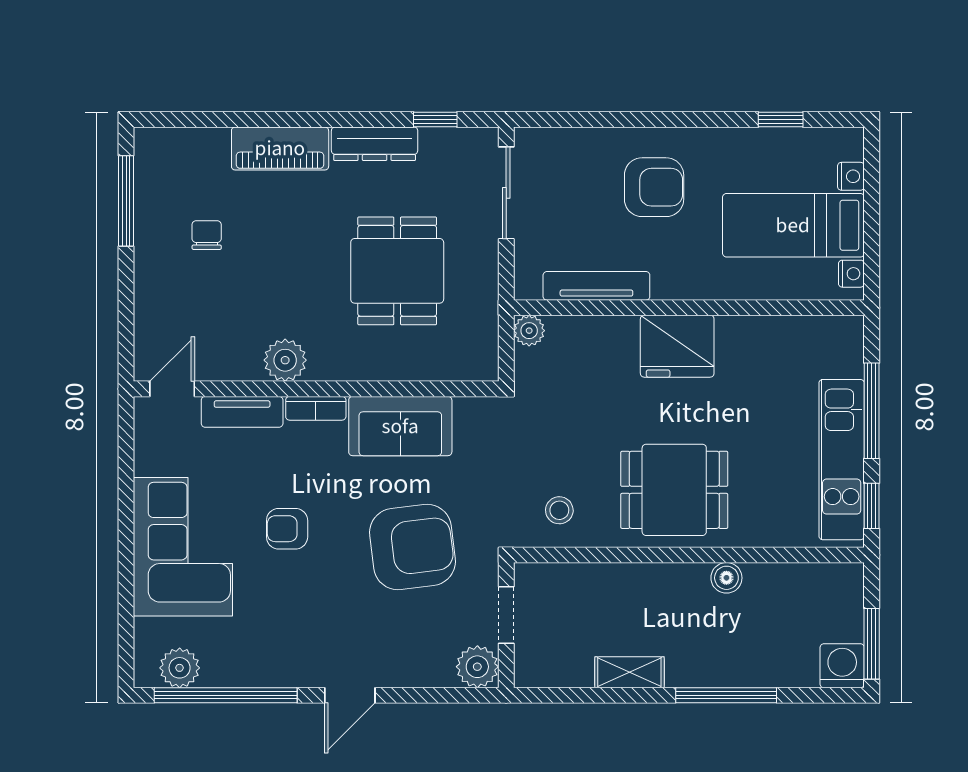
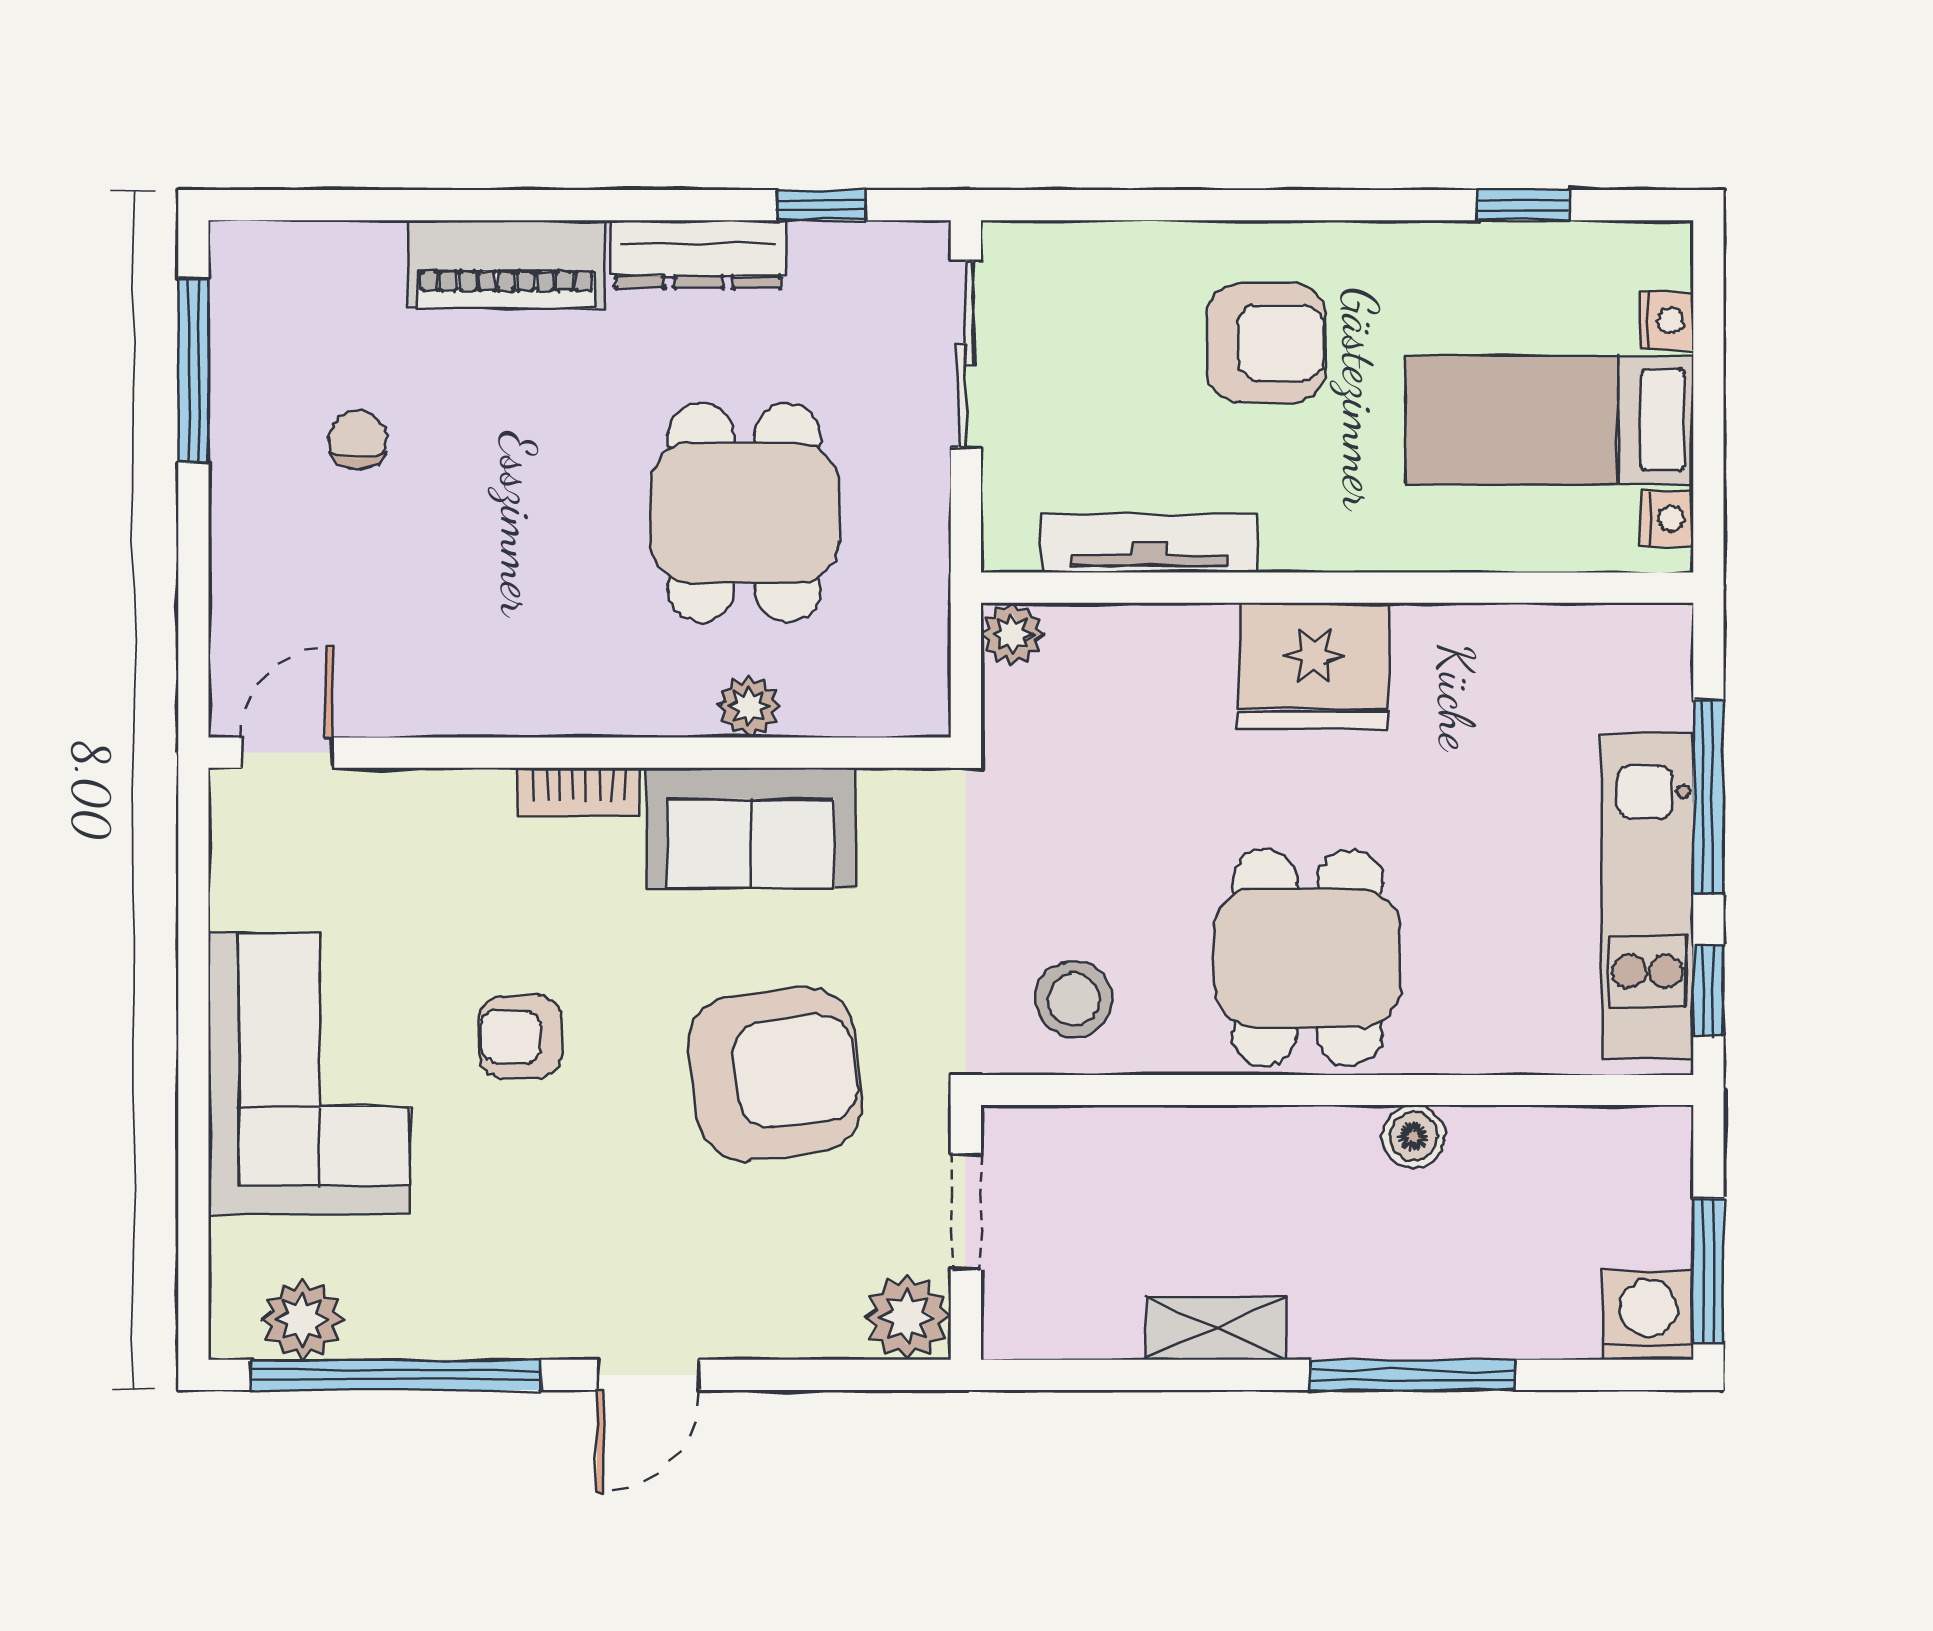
plant: (285, 360) -> (749, 706), moved, width x0.73, depth x0.73
tv unit: (242, 412) -> (429, 799), removed
dining table: (674, 490) -> (1307, 958), turned 90
stool: (559, 510) -> (1074, 999), width x1.37, depth x1.37

